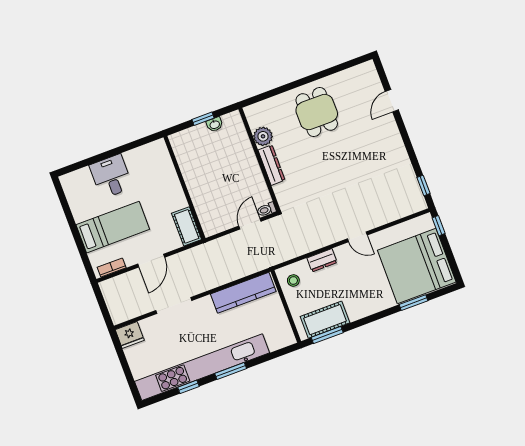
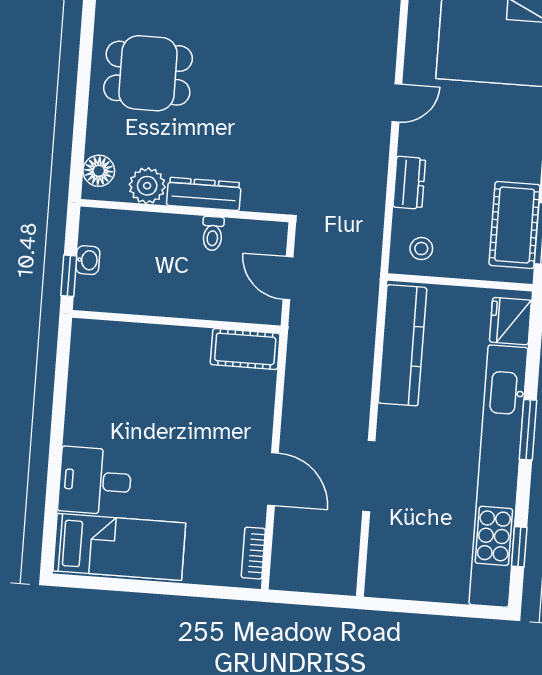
floor lamp: (259, 110) -> (99, 171), added
wall: (184, 188) -> (176, 322), moved
toilet: (266, 210) -> (213, 234), moved
cot: (187, 226) -> (245, 349), moved
bed: (113, 227) -> (119, 547), moved, turned 90
fridge: (130, 335) -> (510, 321), moved, turned 180
window: (188, 387) -> (519, 547), moved

